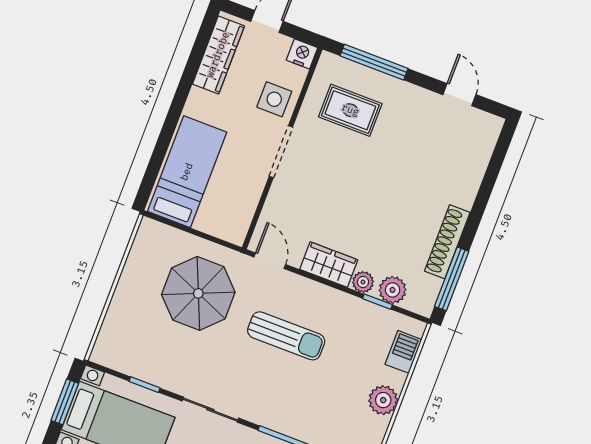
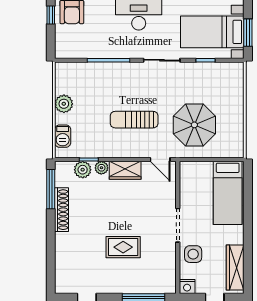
rug: (350, 110) -> (123, 247), moved

